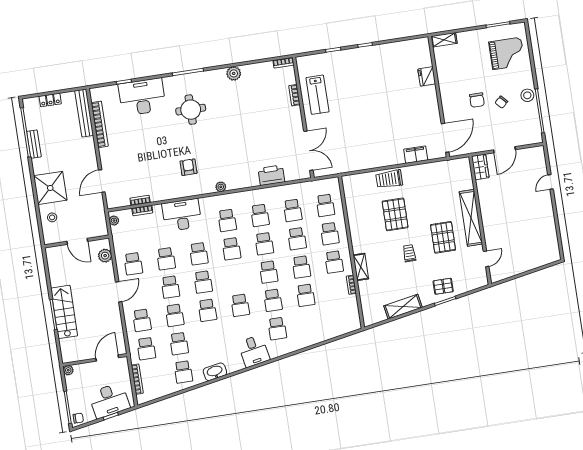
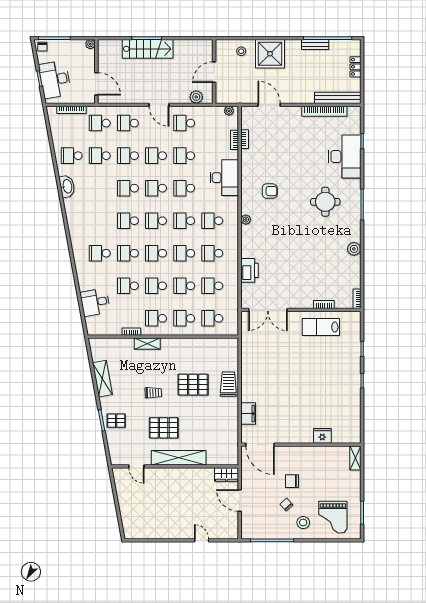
stool: (527, 95) -> (303, 523), moved
school desk: (236, 277) -> (156, 221), added
pallet: (443, 286) -> (116, 421), turned 90
desk: (254, 351) -> (95, 302), moved

